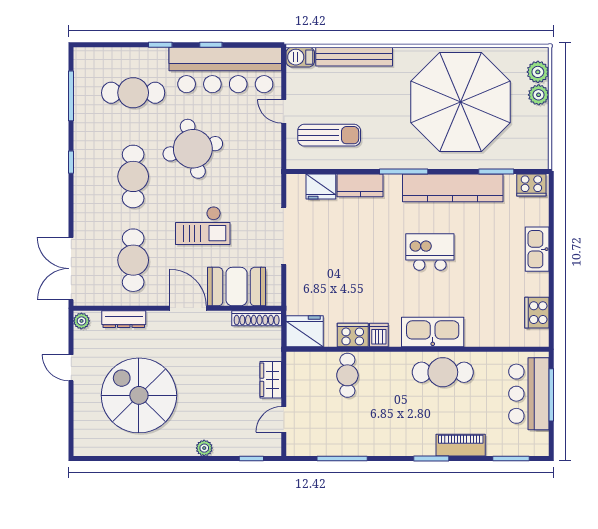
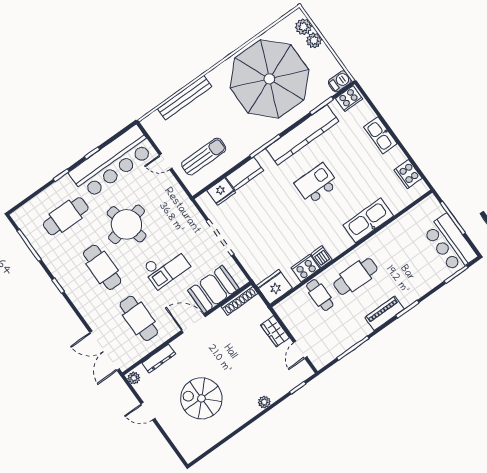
barbecue: (300, 57) -> (340, 81), moved, turned 180
kitchen sink: (433, 332) -> (368, 220), moved
cafe table: (443, 372) -> (356, 276), moved
bar counter: (529, 394) -> (450, 243), moved
spiral stairs: (139, 395) -> (201, 398), width x0.73, depth x0.73
piano: (461, 445) -> (385, 313), moved

